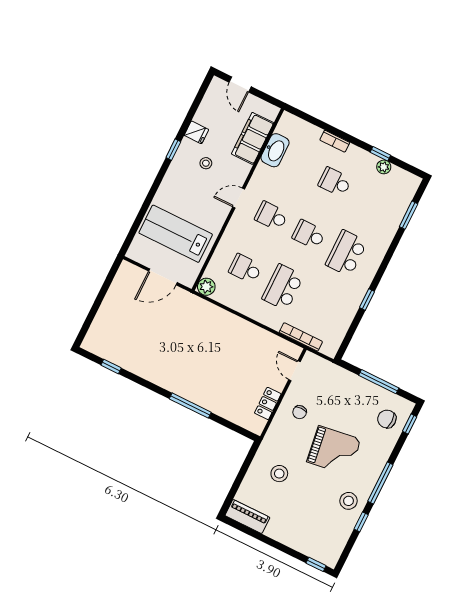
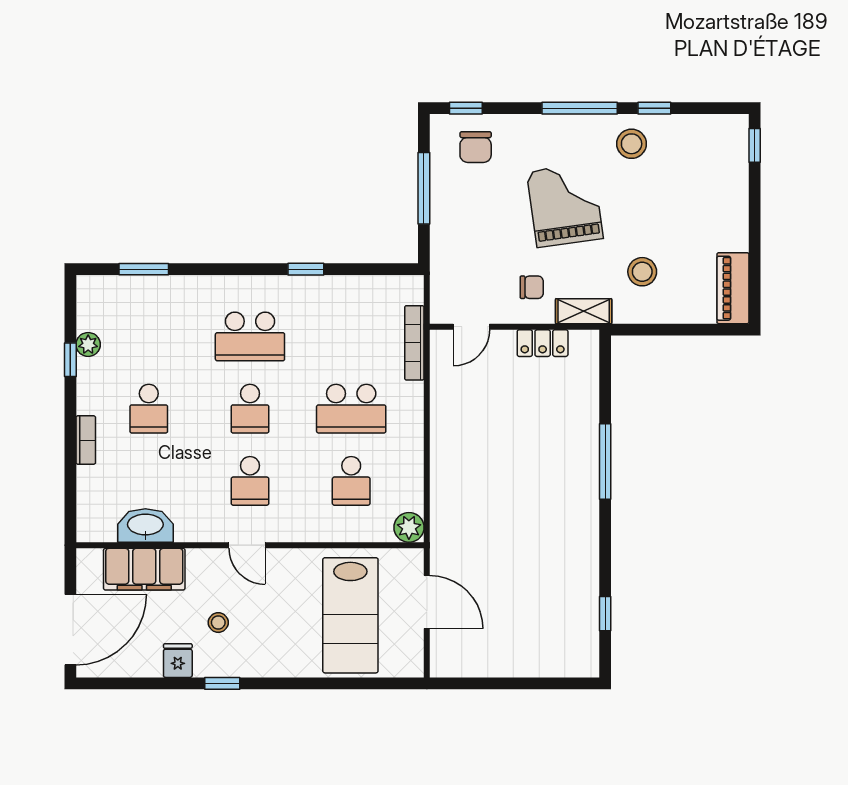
door: (240, 84) -> (70, 630), width x1.87
shelving: (274, 433) -> (584, 311), added

